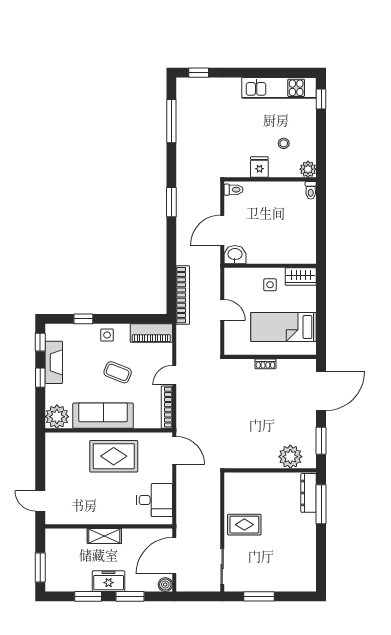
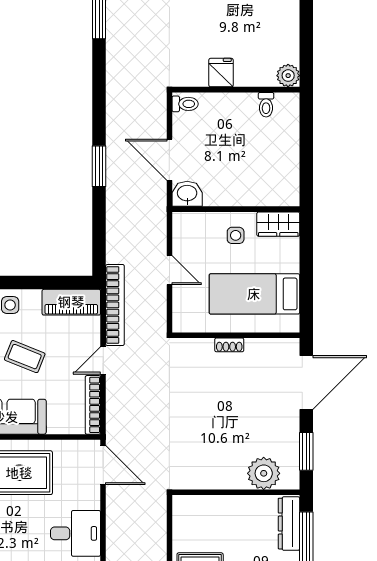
stool: (284, 143) -> (255, 40), removed
toilet: (311, 190) -> (266, 105), moved
window: (171, 202) -> (99, 166), moved
door: (222, 230) -> (169, 160), hinge flipped
bookcase: (183, 295) -> (115, 305), moved

